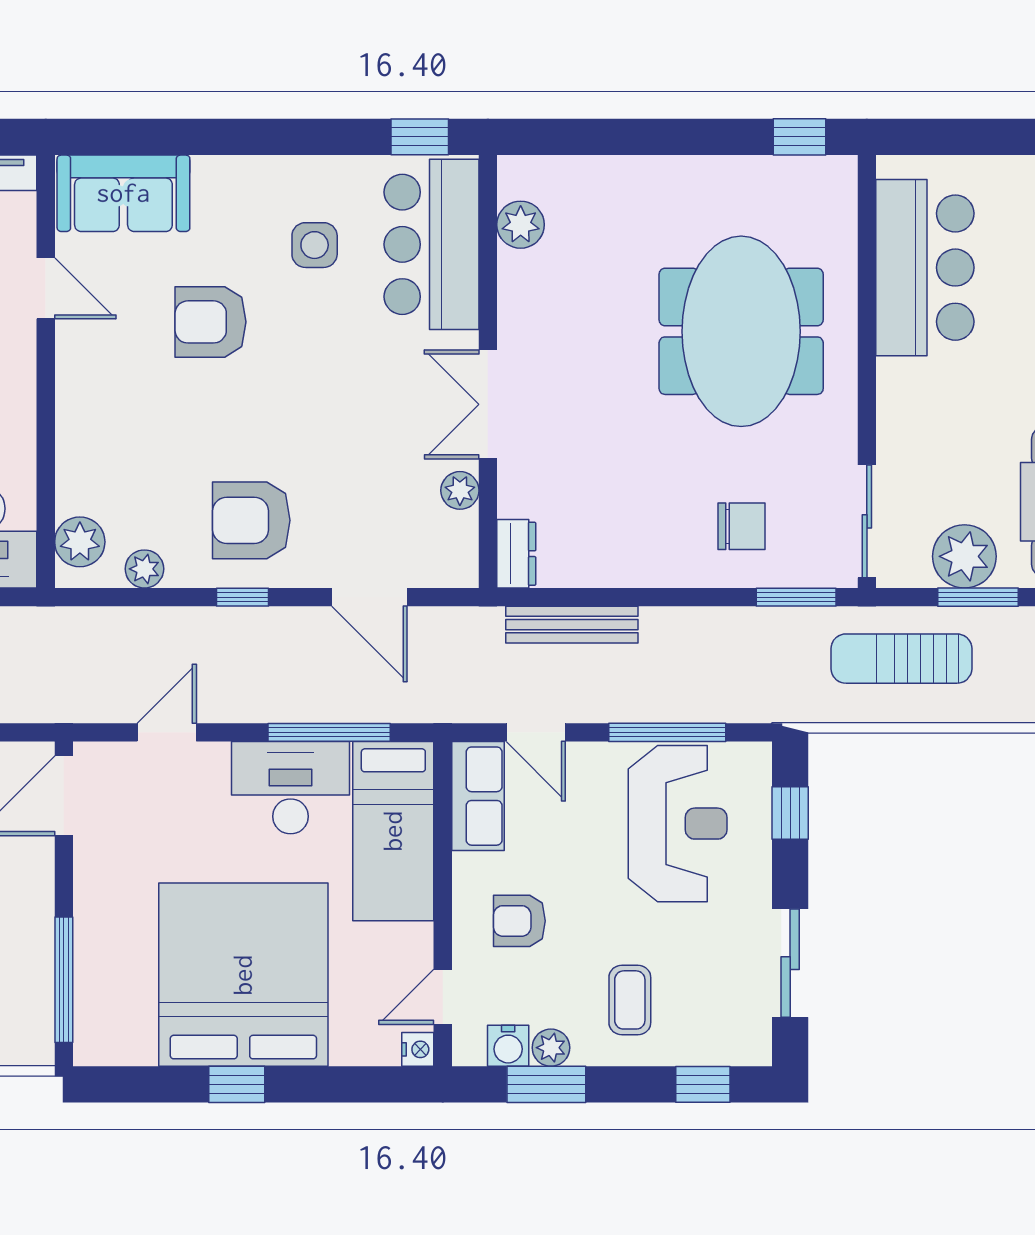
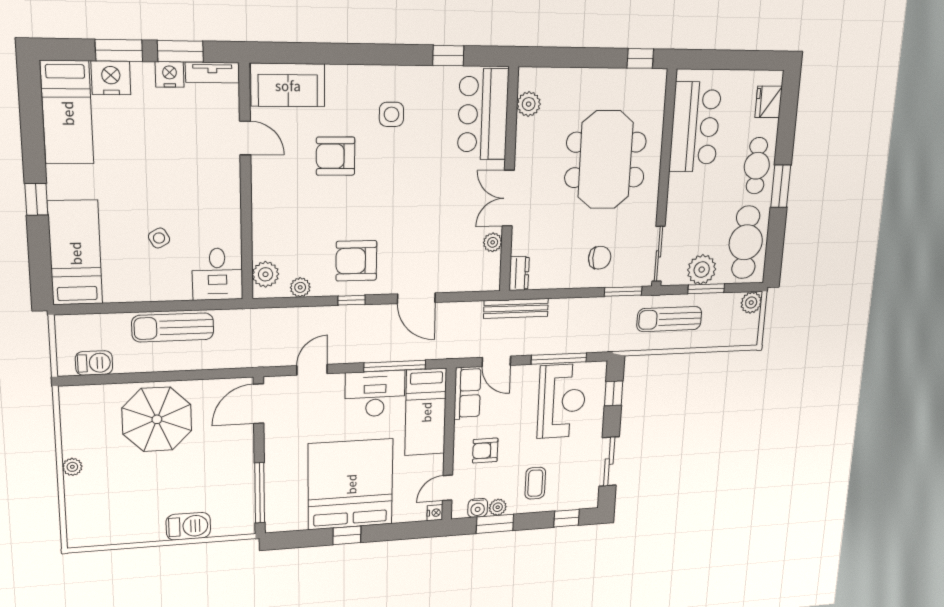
plant: (521, 225) -> (529, 104), moved
bar counter: (432, 244) -> (483, 114), moved
wall: (488, 372) -> (509, 181), moved
double door: (488, 404) -> (508, 198), moved
plant: (460, 490) -> (493, 242), moved
dresser: (516, 554) -> (519, 273), moved

